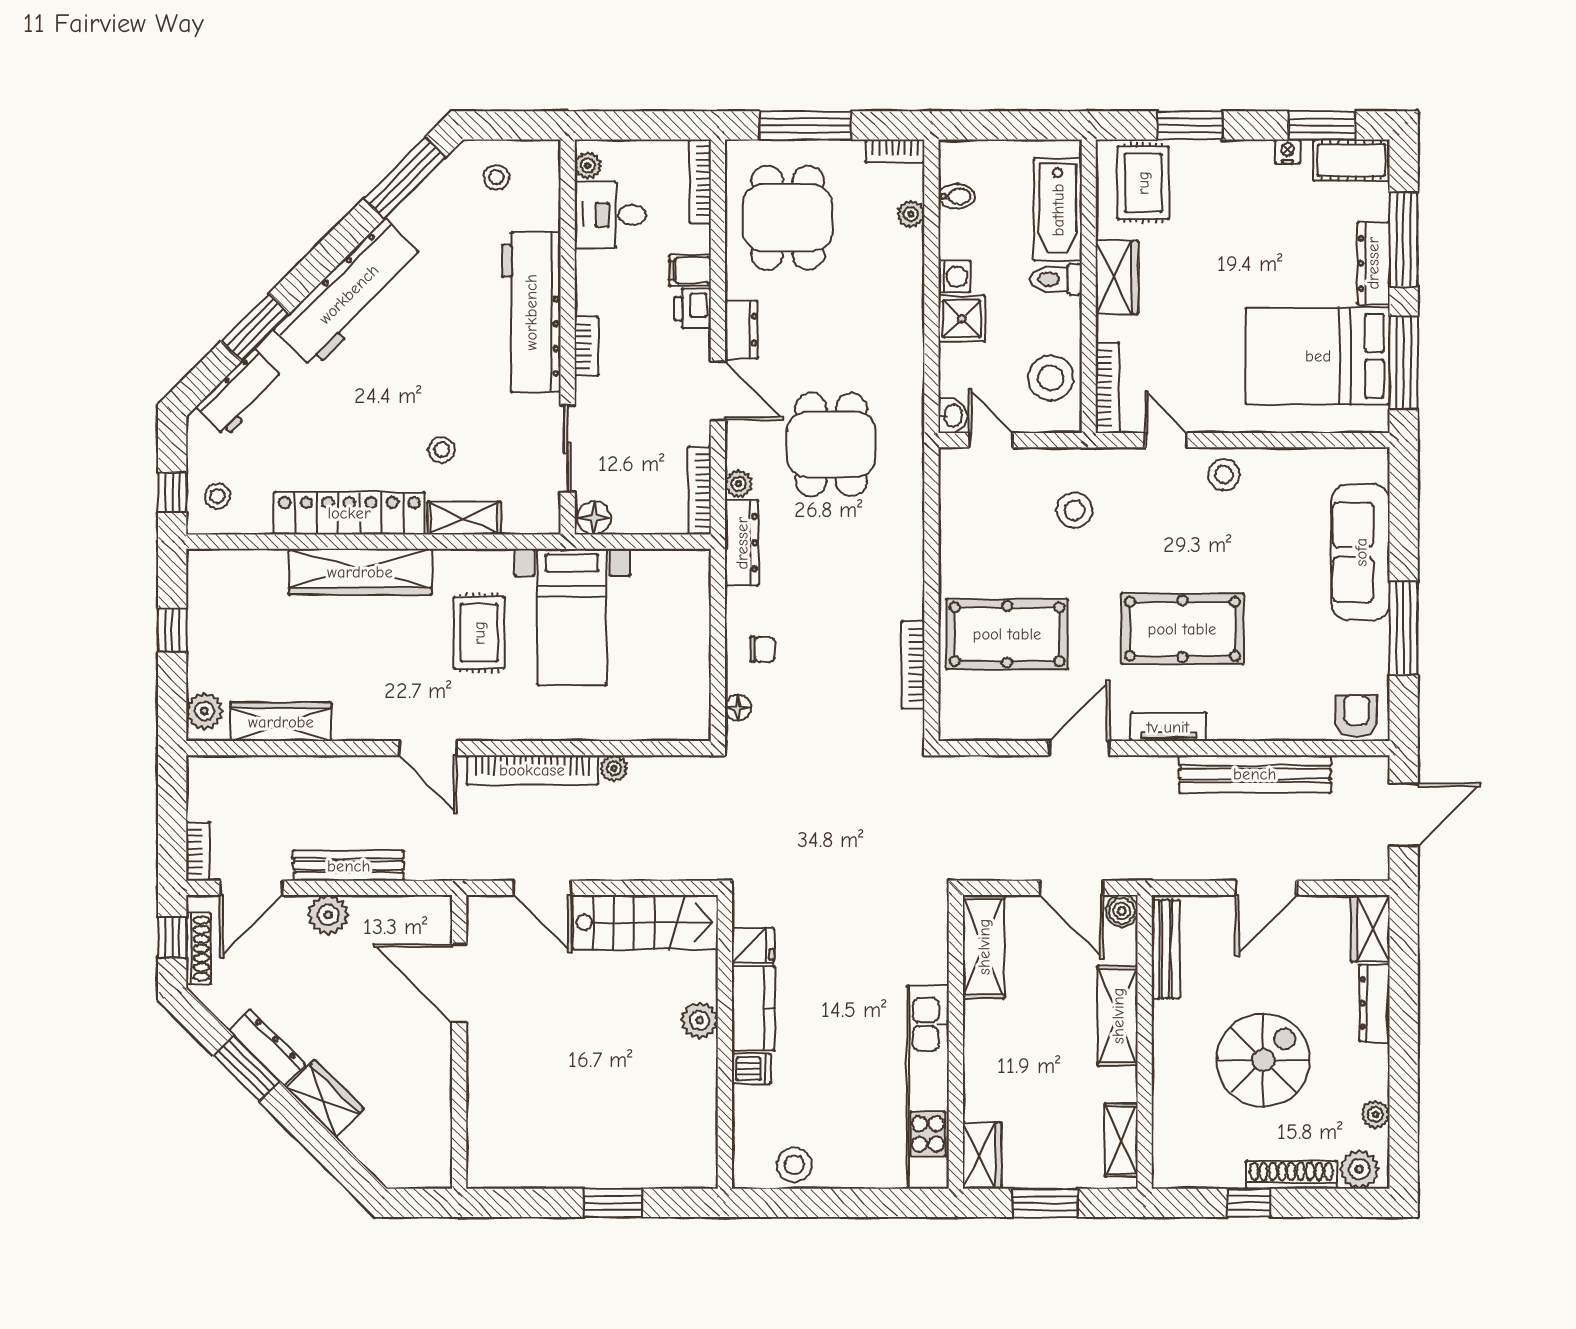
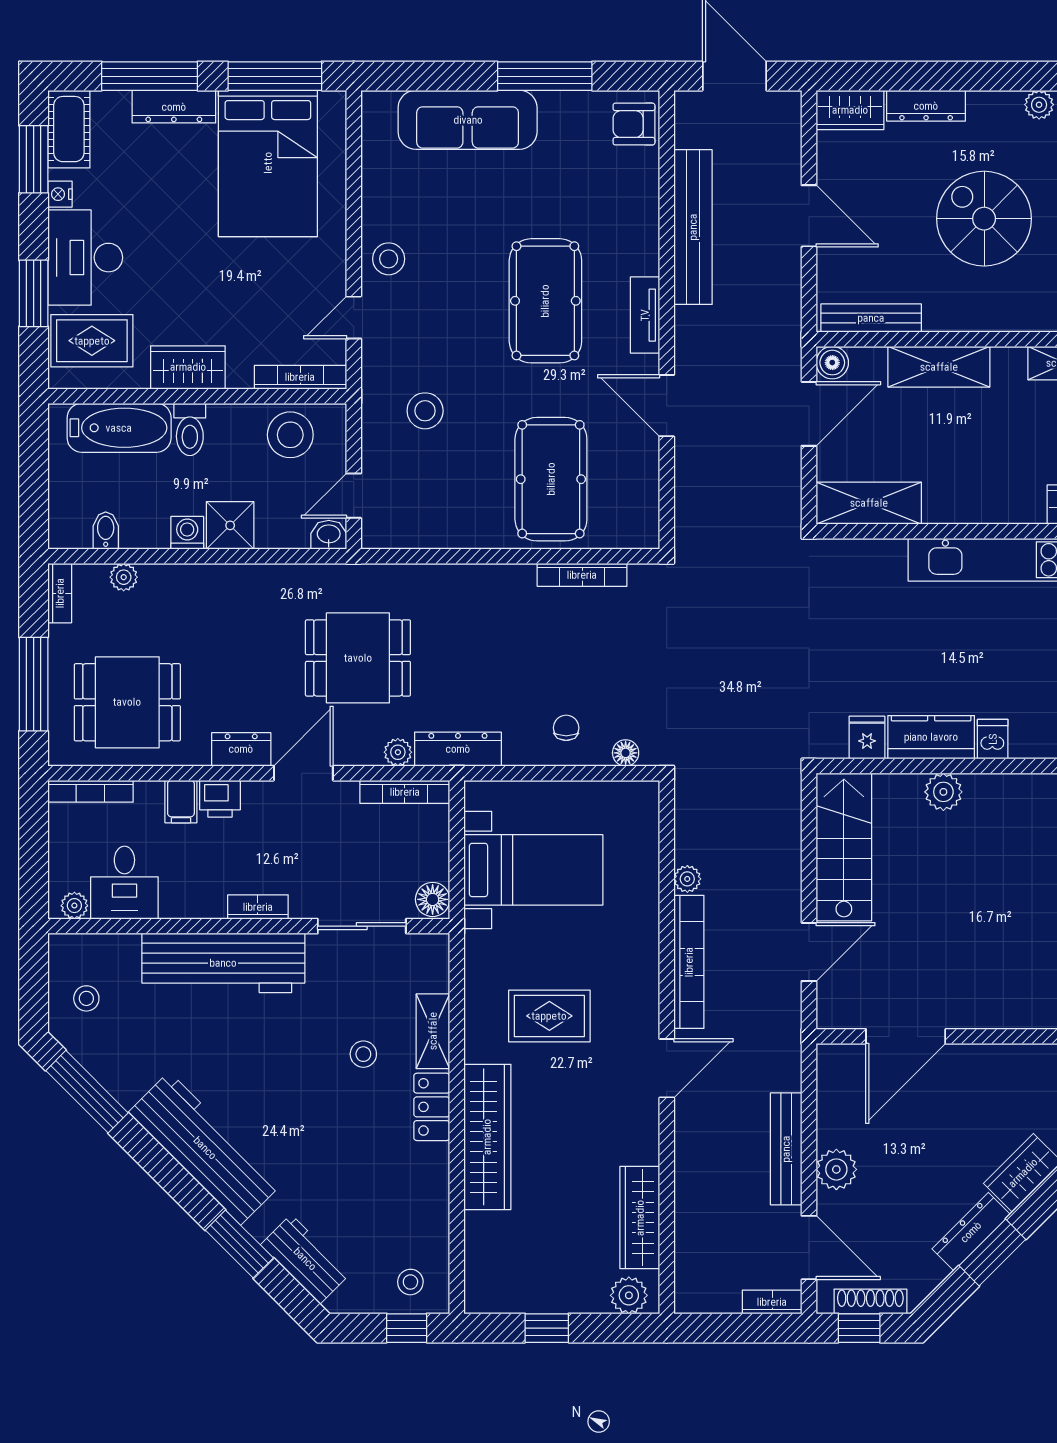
desk: (1225, 176) -> (85, 258), added
locker: (349, 513) -> (432, 1107), width x0.46, depth x0.83
bed with nightstands: (572, 617) -> (533, 870), moved

